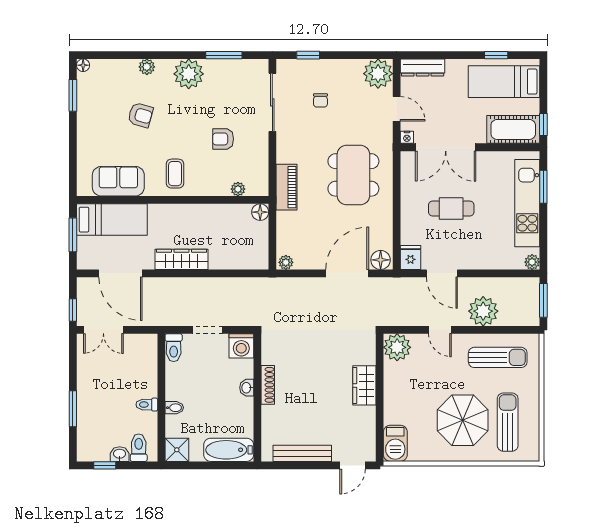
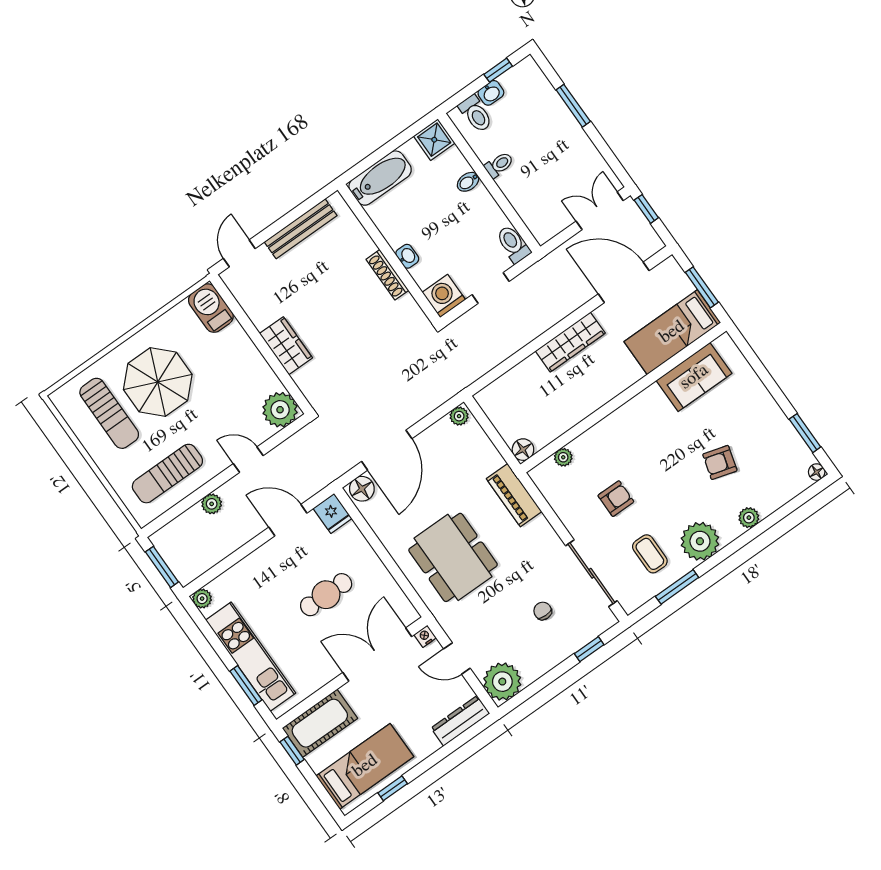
coffee table: (175, 174) -> (650, 554), moved
plant: (483, 311) -> (212, 504), width x0.53, depth x0.53

